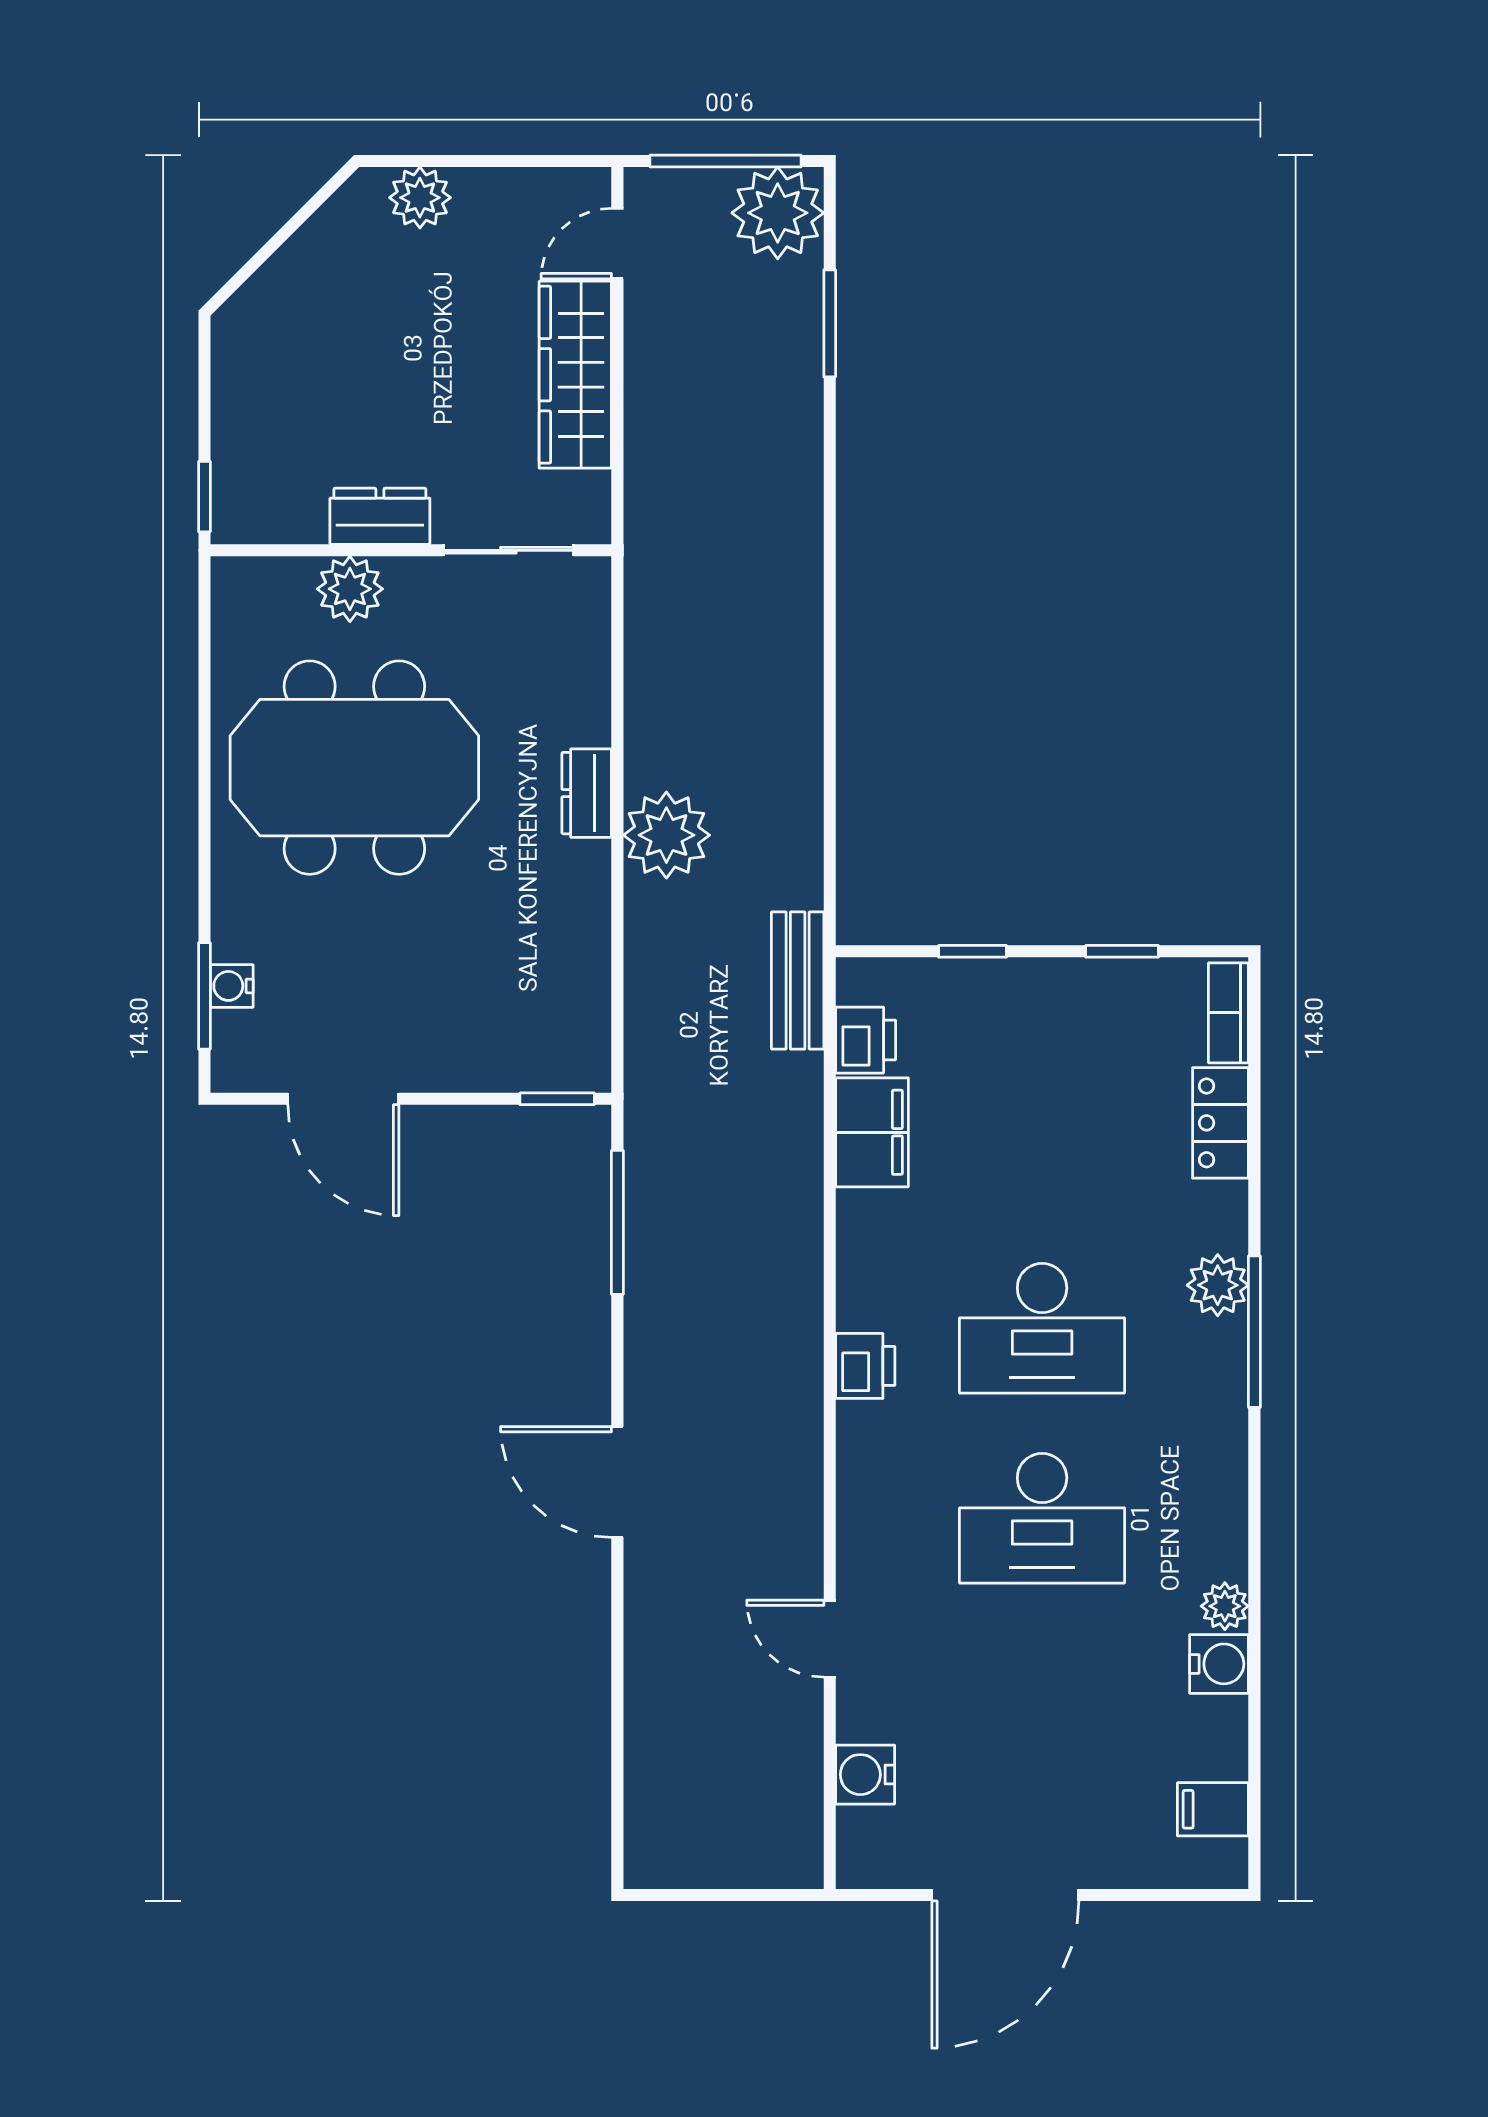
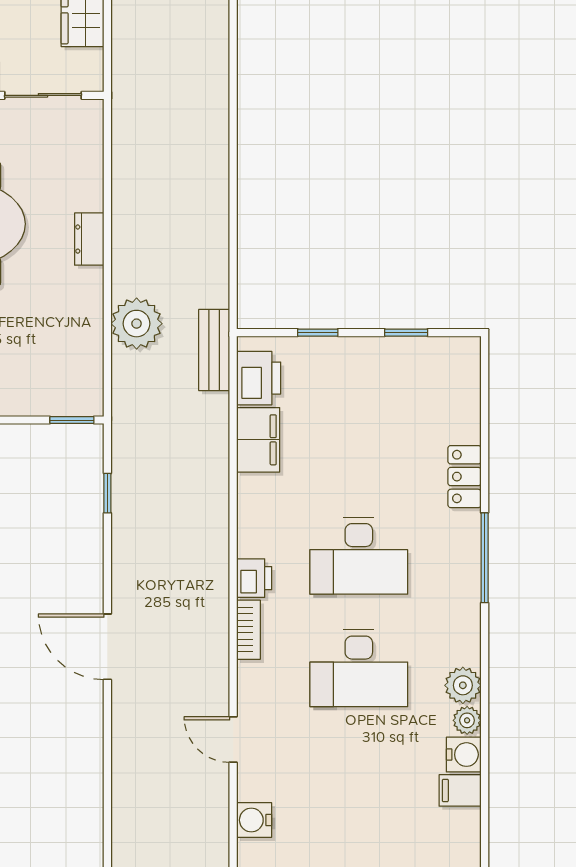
plant: (666, 835) -> (137, 324), moved
bookcase: (1228, 1013) -> (248, 630), moved, turned 180
printer: (866, 1040) -> (259, 378), width x1.36, depth x1.24
locker: (1221, 1123) -> (465, 477), moved
window: (617, 1222) -> (107, 493), width x0.46
plant: (1218, 1285) -> (463, 685), moved
filing cabinet: (1213, 1809) -> (460, 790), moved

